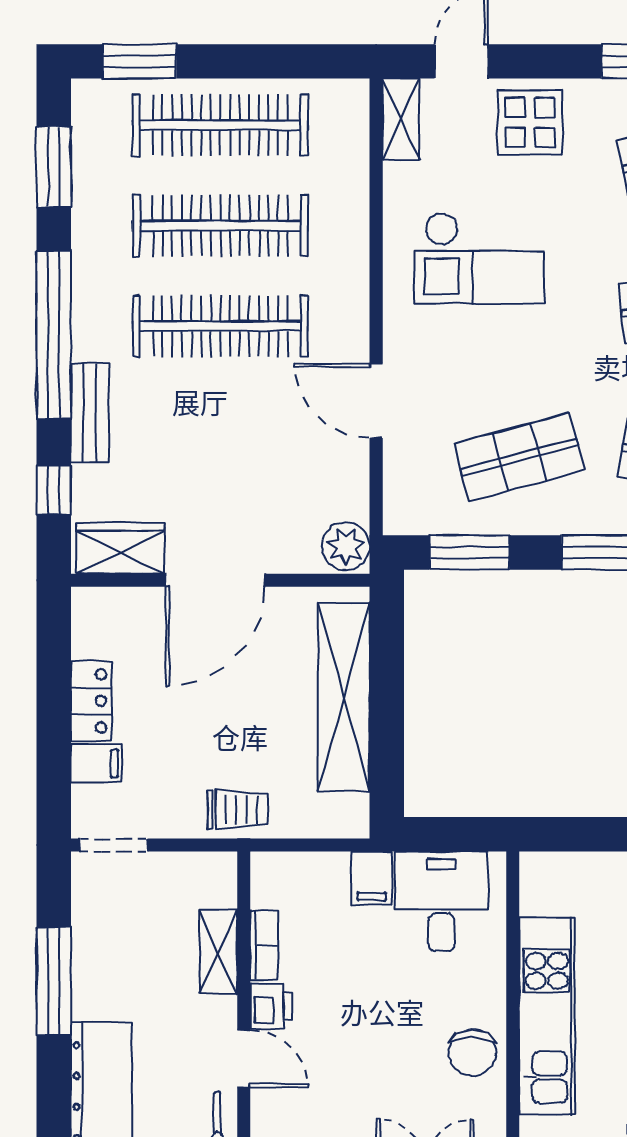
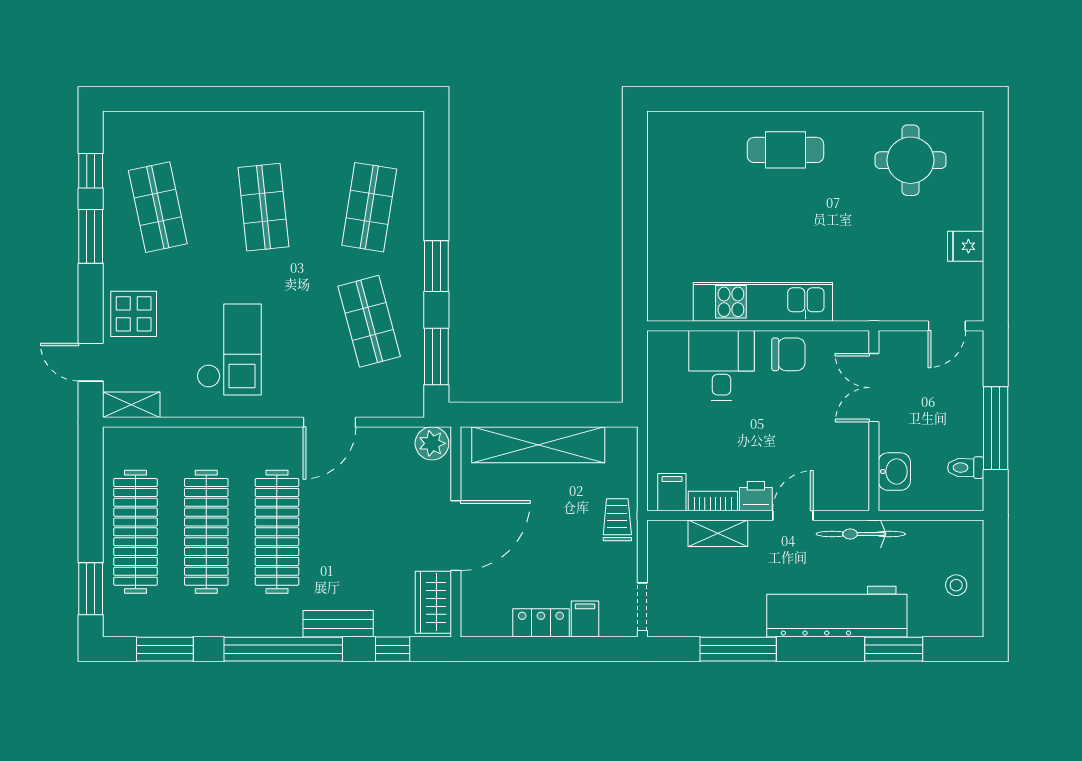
door: (215, 580) -> (456, 536), hinge flipped
filing cabinet: (372, 878) -> (672, 492), moved, turned -90
desk: (441, 901) -> (722, 366), moved, turned 90

